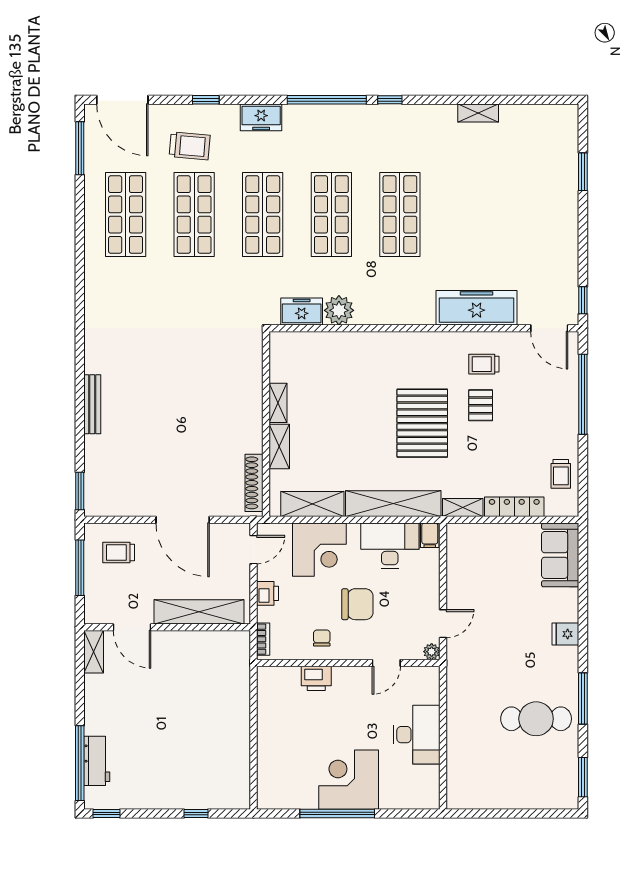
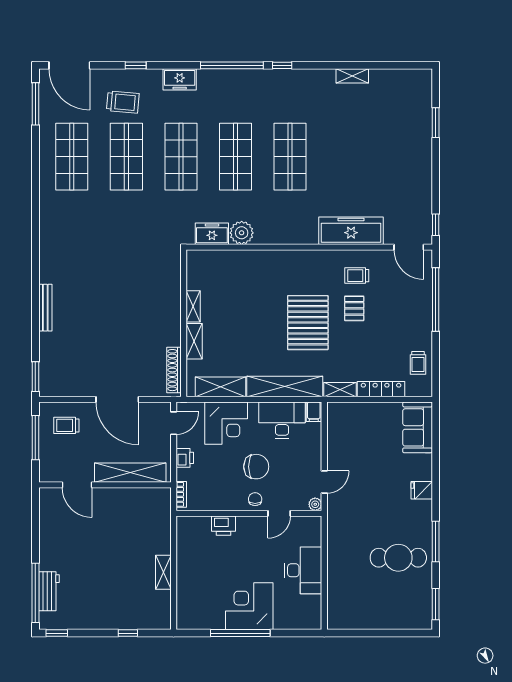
chair: (322, 638) -> (255, 499), moved
shelving: (94, 652) -> (163, 572), moved

